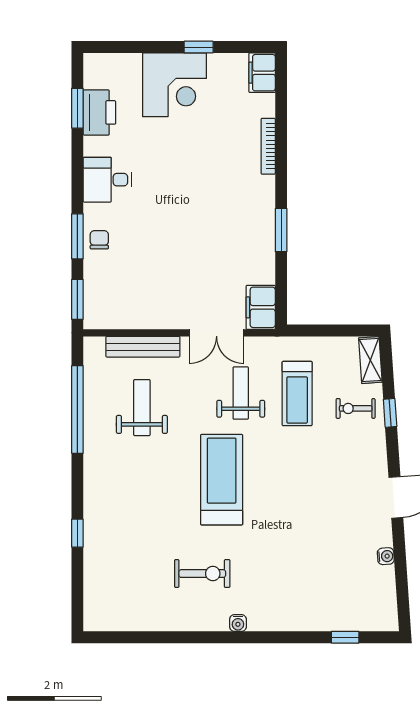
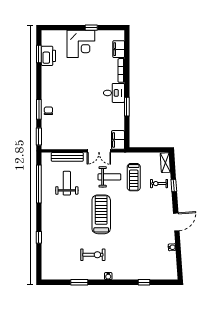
filing cabinet: (262, 73) -> (119, 49), moved
desk: (107, 180) -> (114, 93), moved, turned 180
weight bench: (241, 393) -> (109, 177), turned 90
window: (171, 637) -> (79, 282), added
window: (345, 637) -> (144, 282), moved

